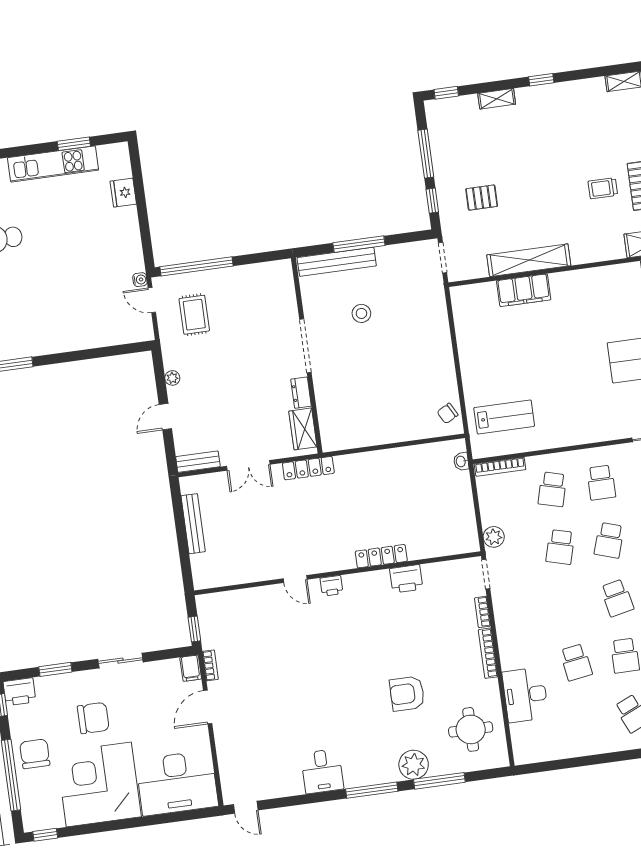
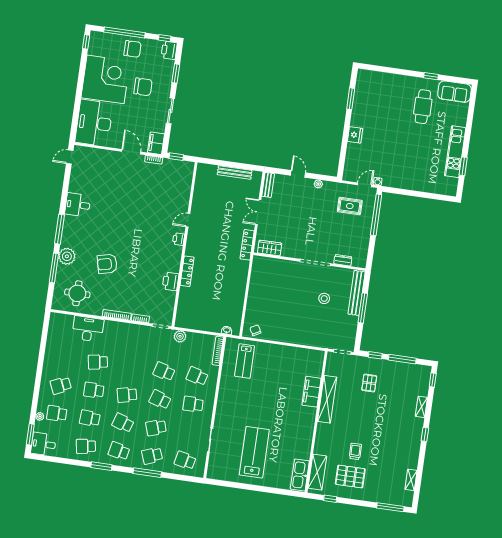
fridge: (123, 193) -> (355, 135), moved, turned 90
dresser: (301, 393) -> (343, 260), moved
filing cabinet: (191, 668) -> (156, 143), width x2.00
armchair: (407, 694) -> (107, 264), turned -104
chair: (93, 718) -> (143, 87), turned -90

